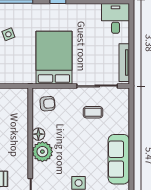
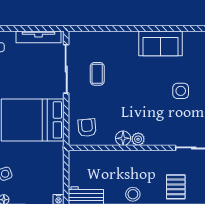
plant: (42, 152) -> (138, 139), width x0.53, depth x0.53
sofa: (119, 159) -> (160, 43), width x0.73

